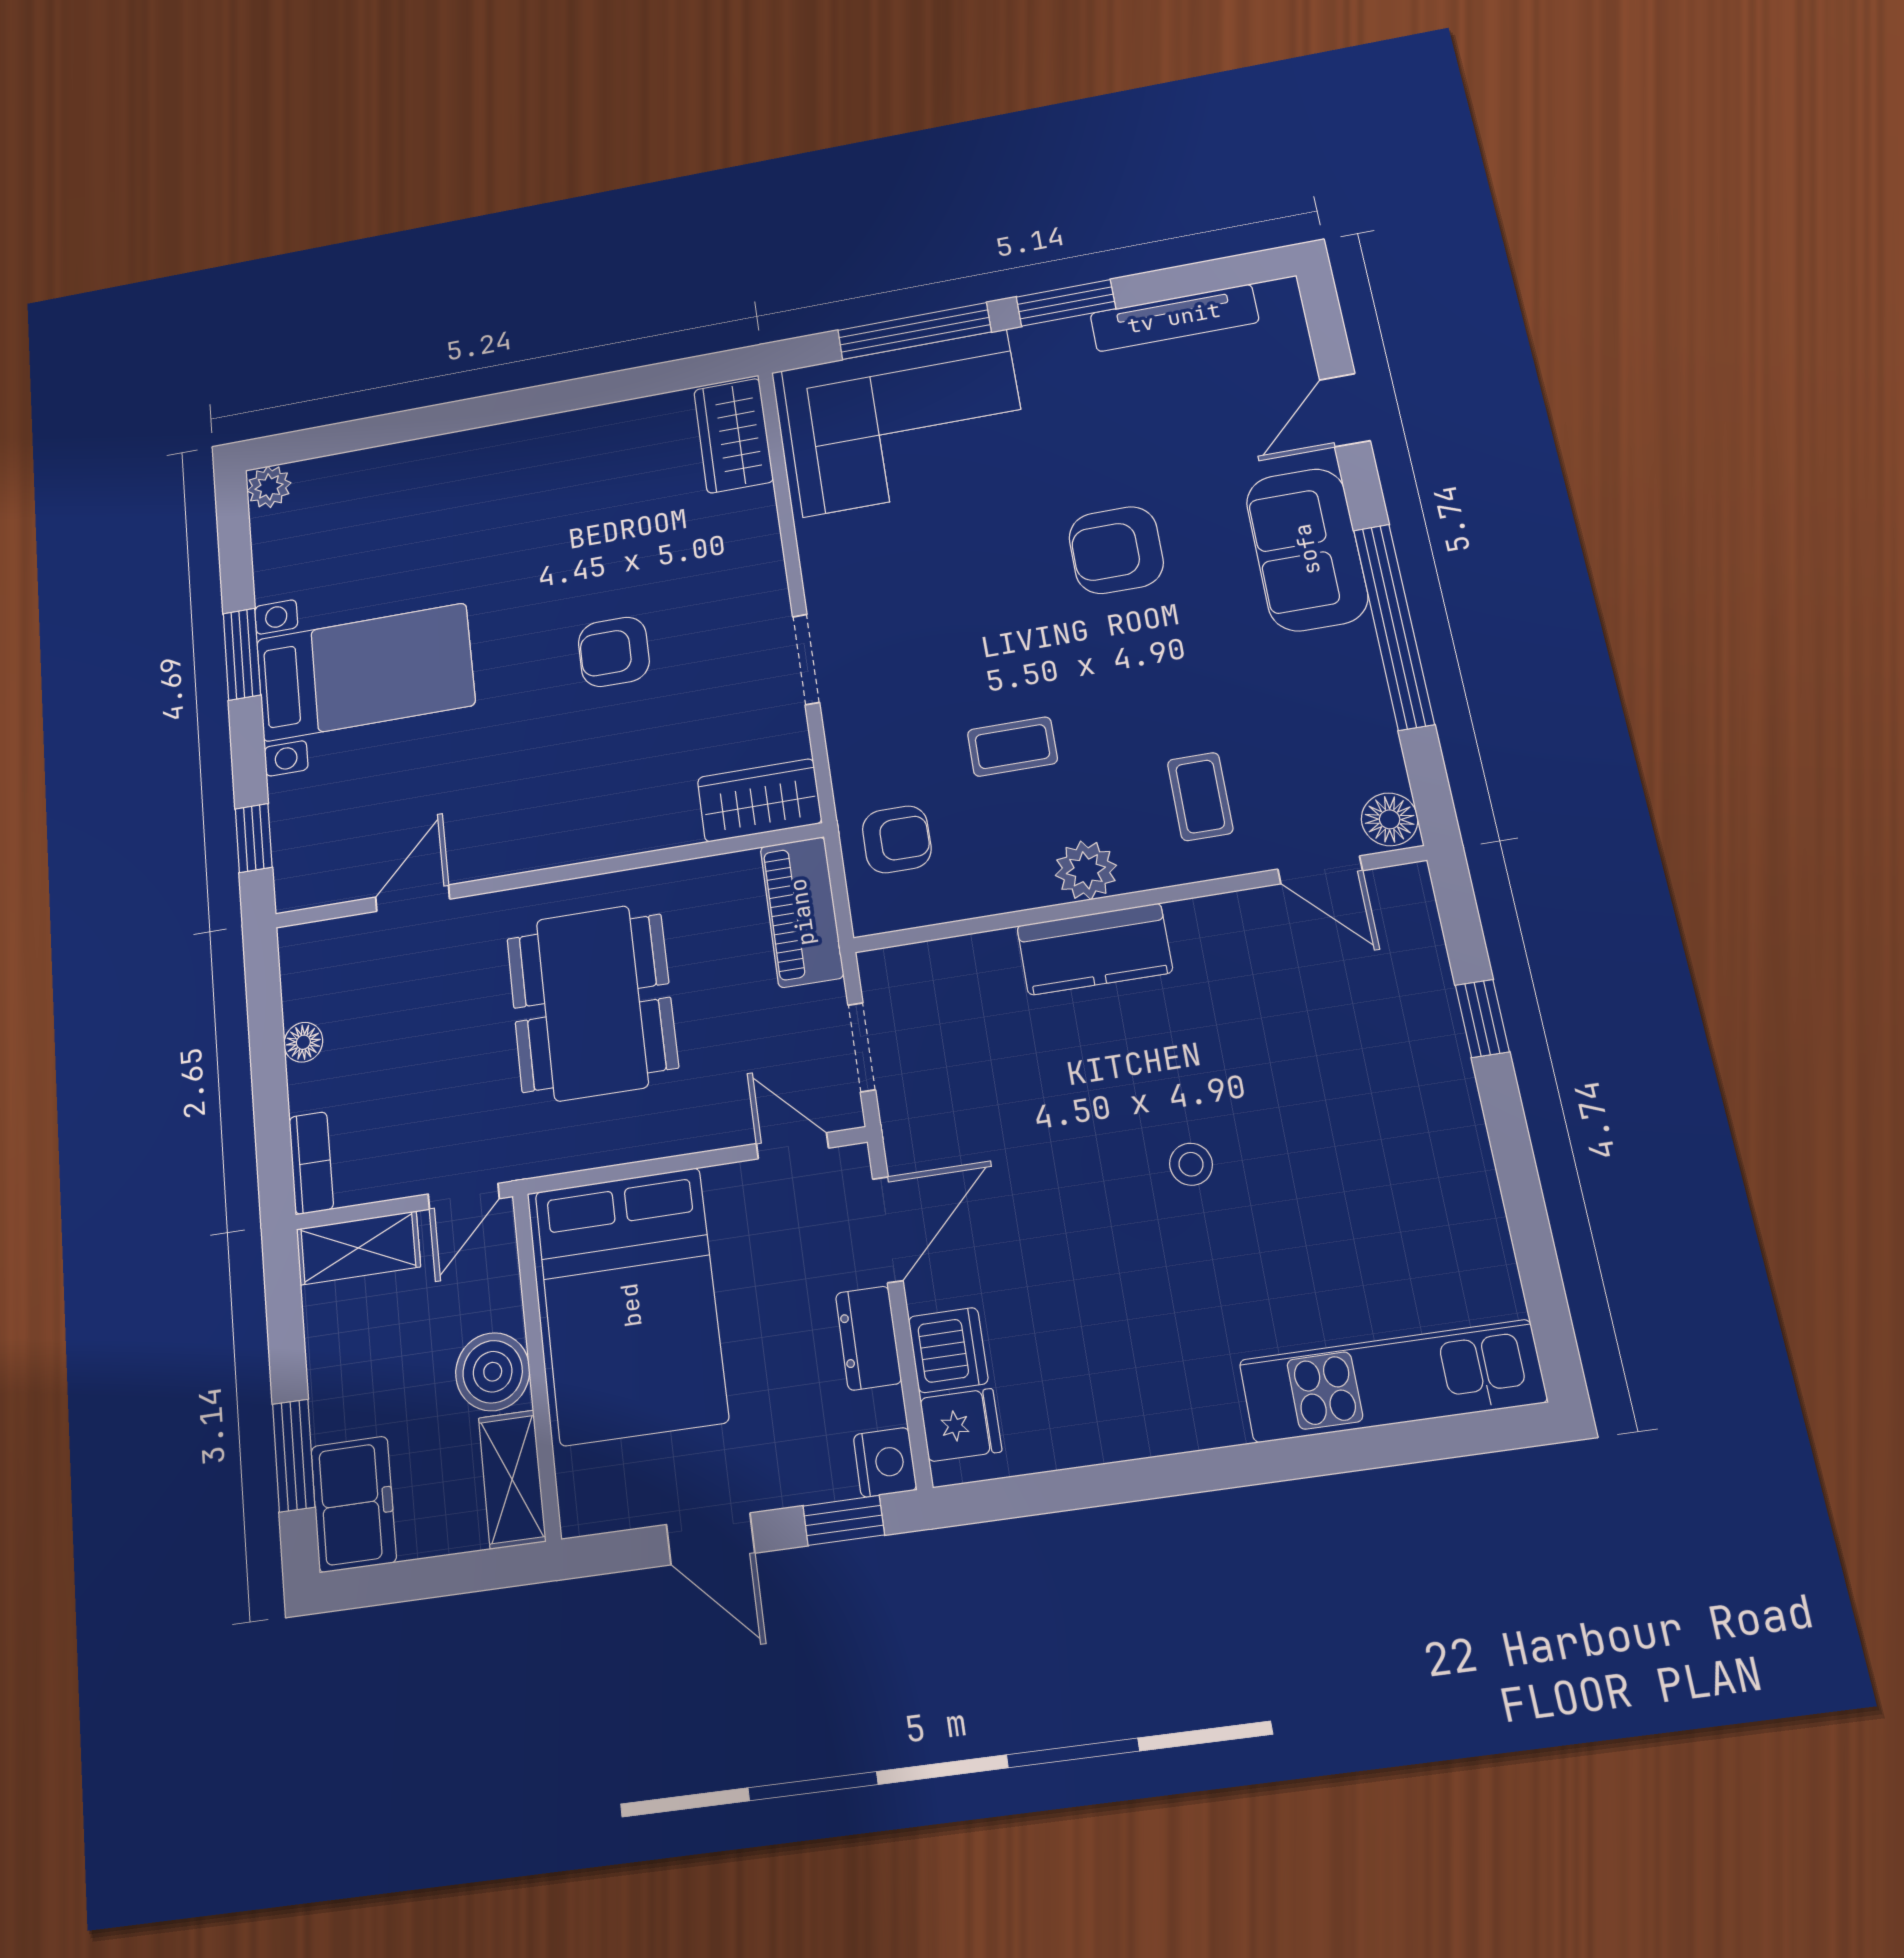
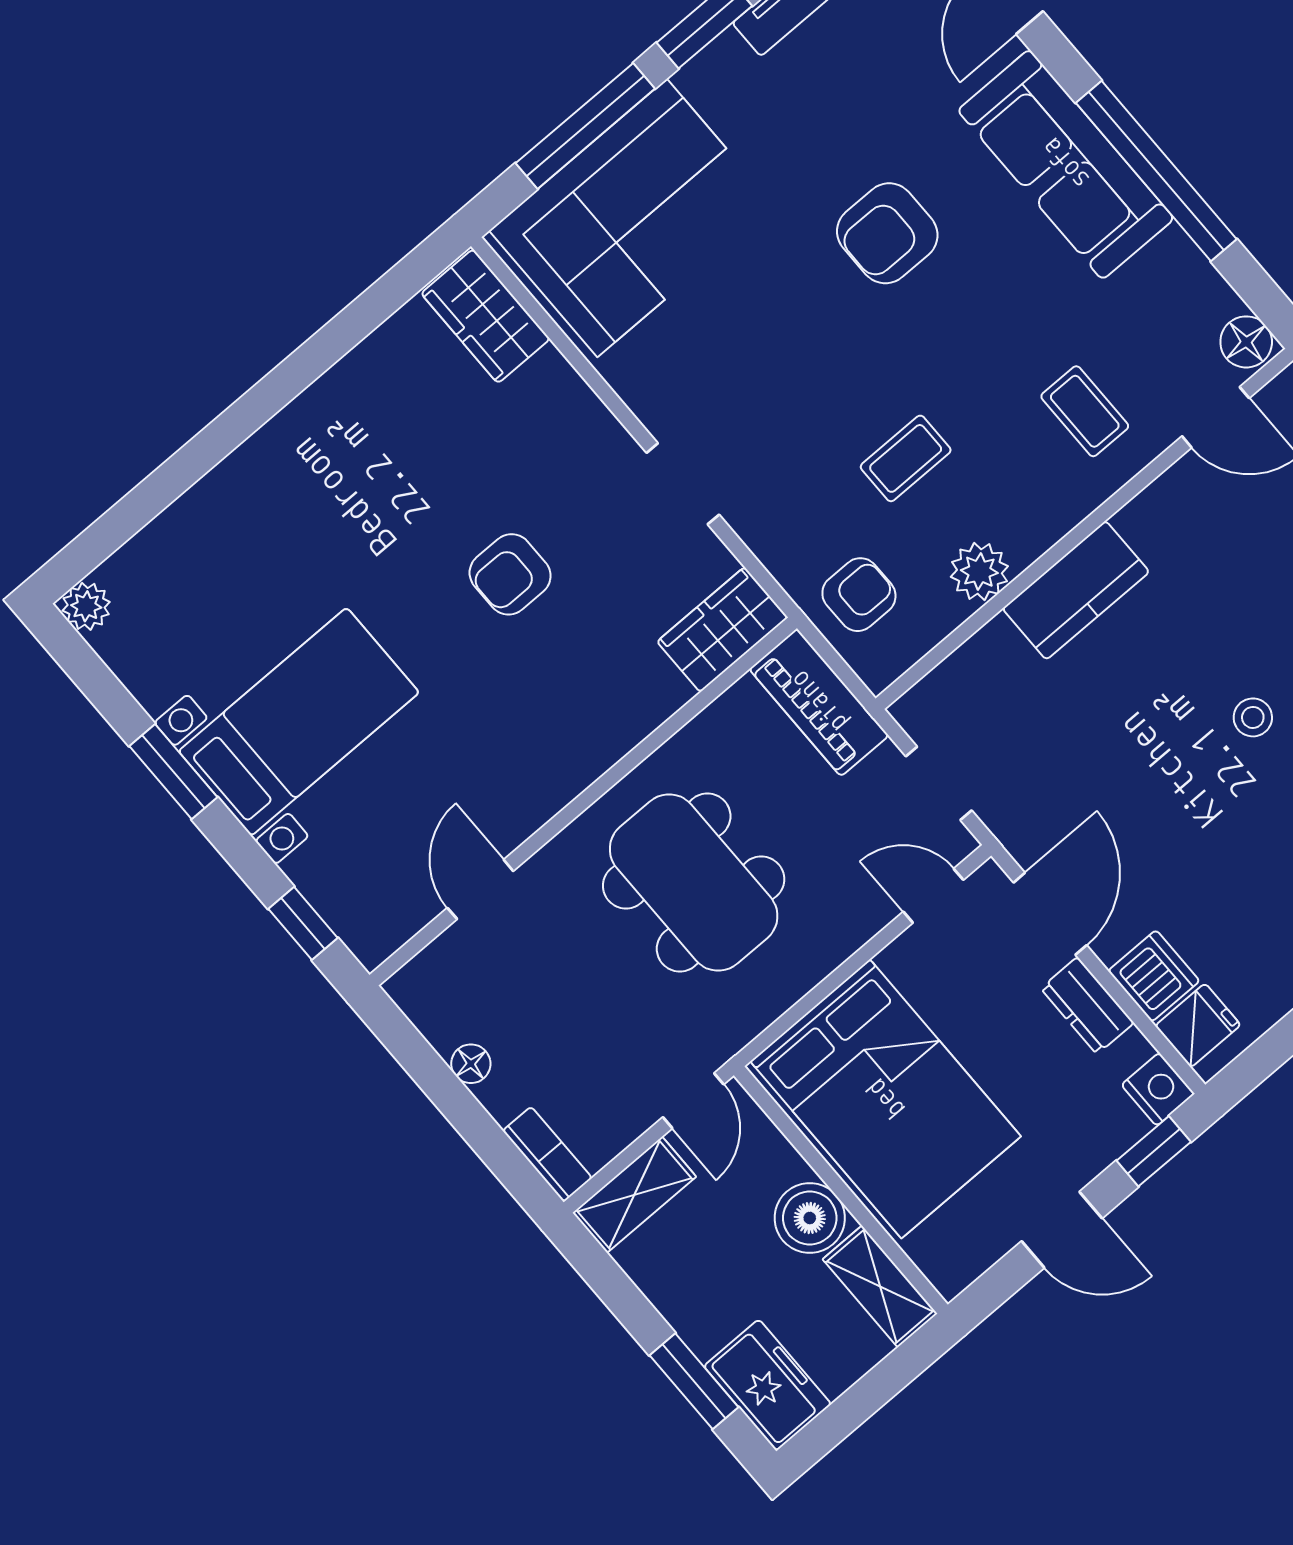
sofa: (1307, 549) -> (1066, 164), width x1.36
plant: (1086, 870) -> (979, 572), moved

